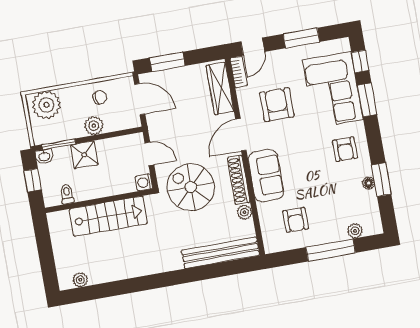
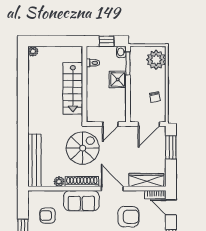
plant: (94, 126) -> (136, 90), removed
washing machine: (144, 182) -> (92, 117), removed
plant: (80, 280) -> (33, 51), moved

